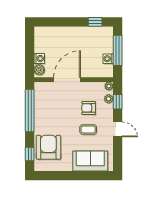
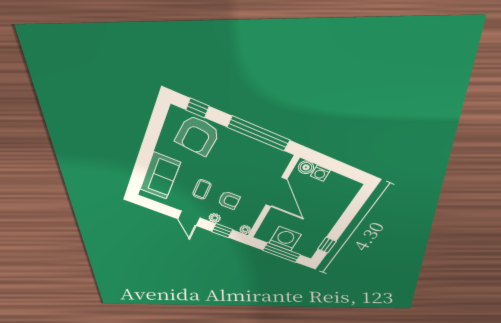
washing machine: (108, 59) -> (285, 239), width x1.89, depth x1.89
plant: (109, 99) -> (215, 218), moved
armchair: (89, 108) -> (229, 200), turned 90
door: (118, 129) -> (189, 218), hinge flipped
armchair: (48, 147) -> (198, 136), turned 96

